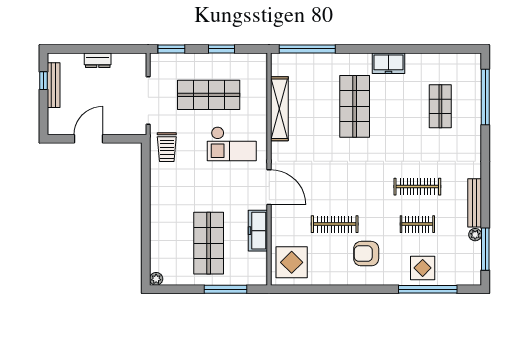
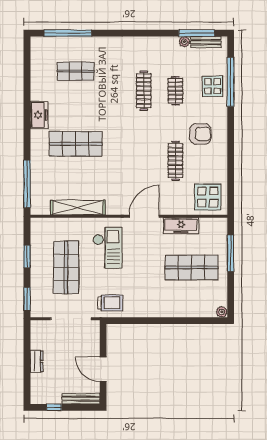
bench: (54, 85) -> (81, 399), moved
bench: (475, 203) -> (206, 42), moved, width x0.73
armchair: (366, 254) -> (200, 134), turned -90

